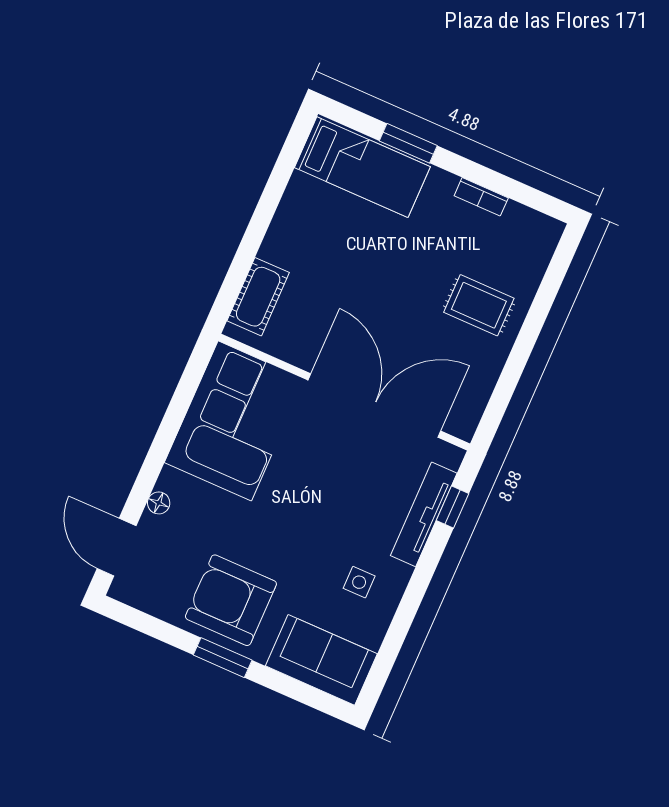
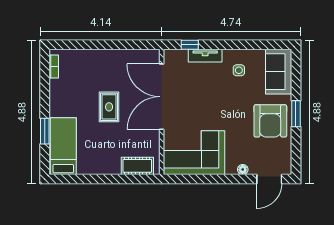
bookcase: (481, 197) -> (54, 66), moved
rug: (479, 305) -> (109, 107), moved
tv unit: (424, 514) -> (205, 56), width x0.71

